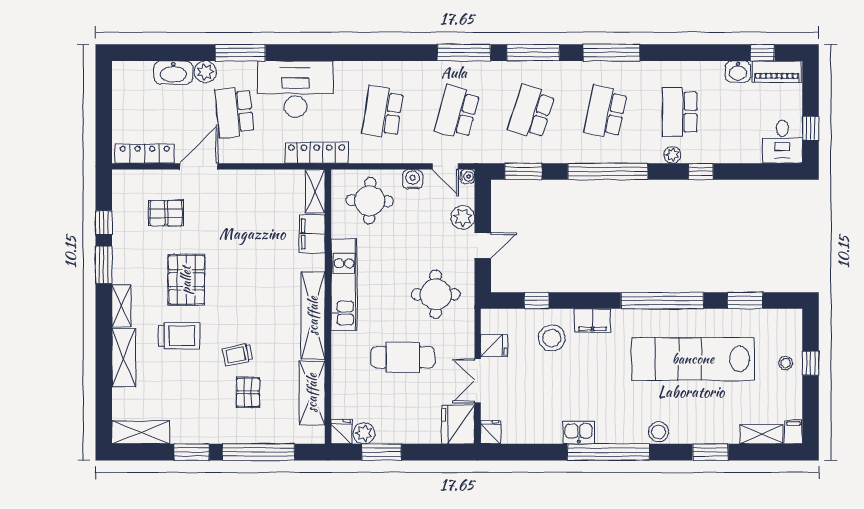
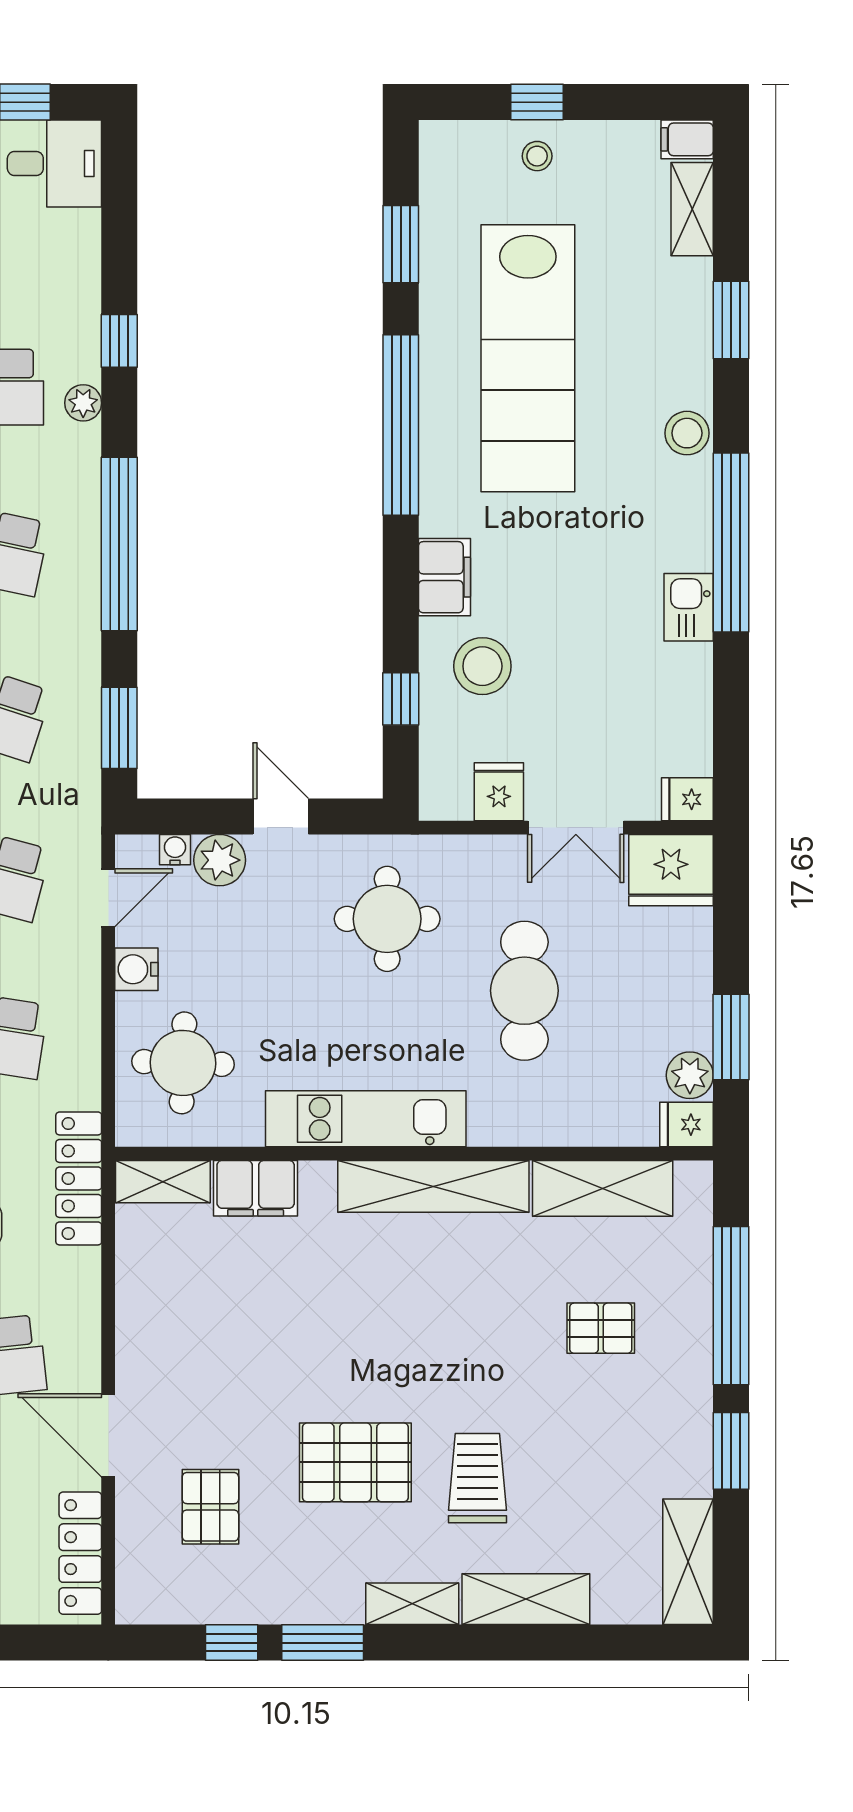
water cooler: (467, 176) -> (175, 850), moved
trolley: (237, 355) -> (519, 1351), removed

